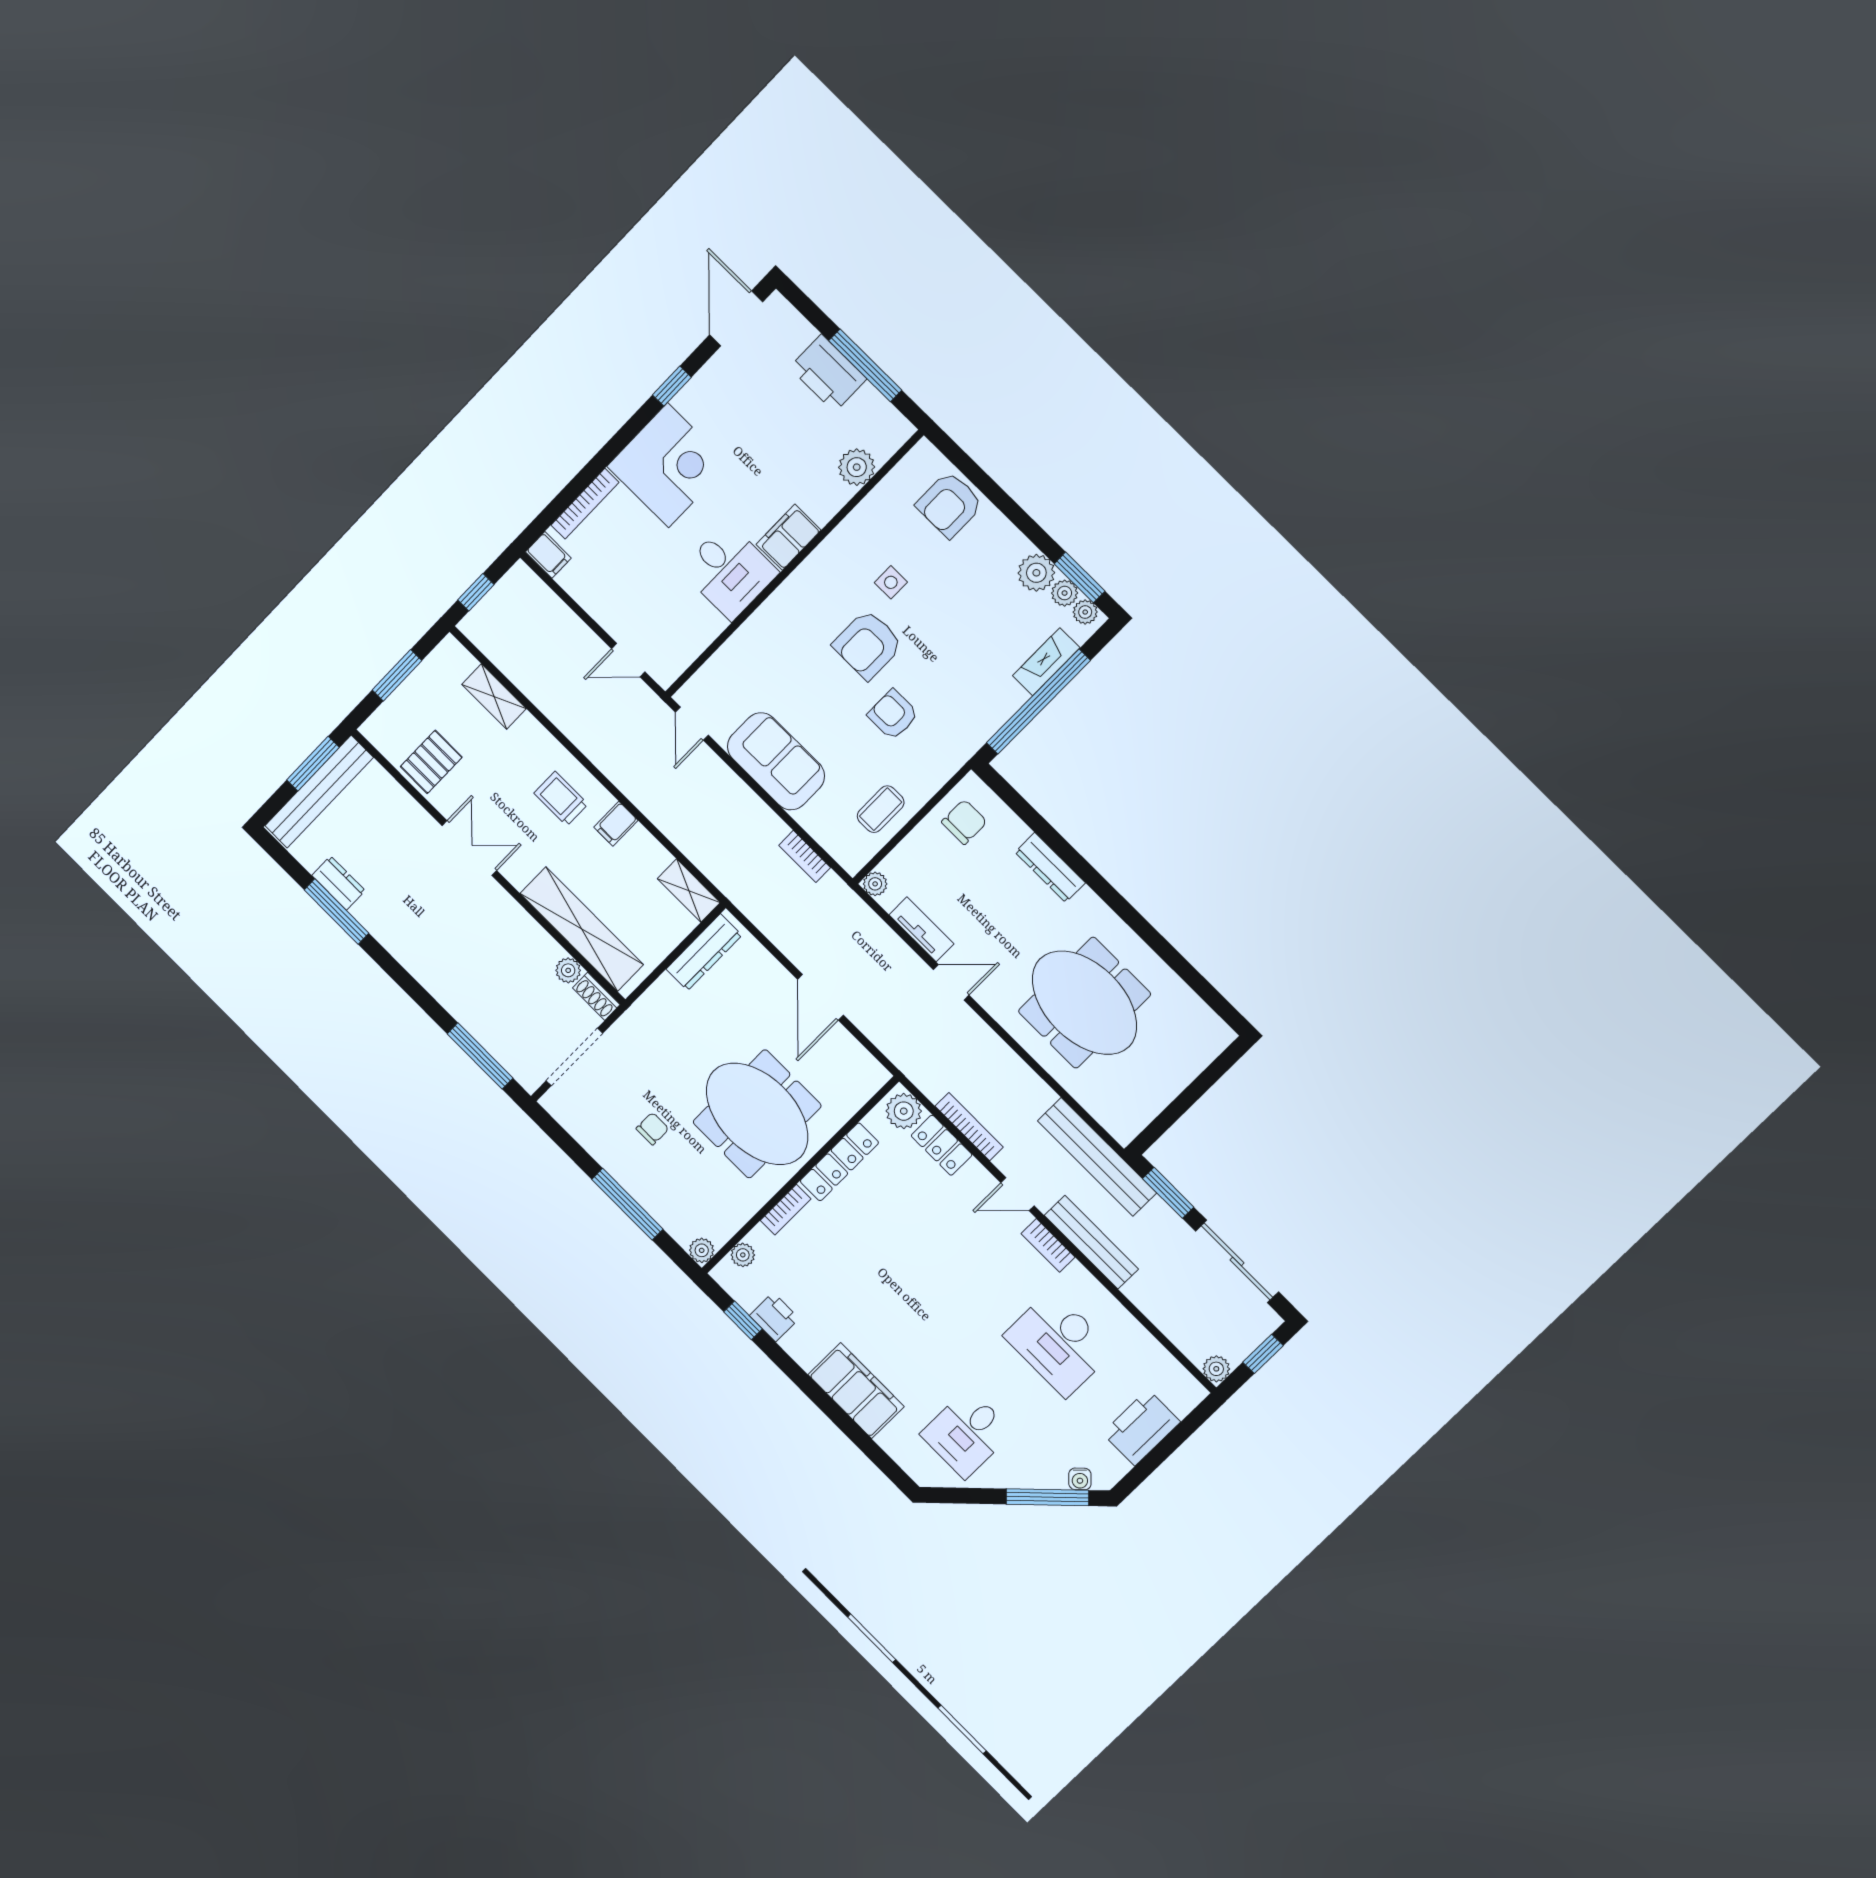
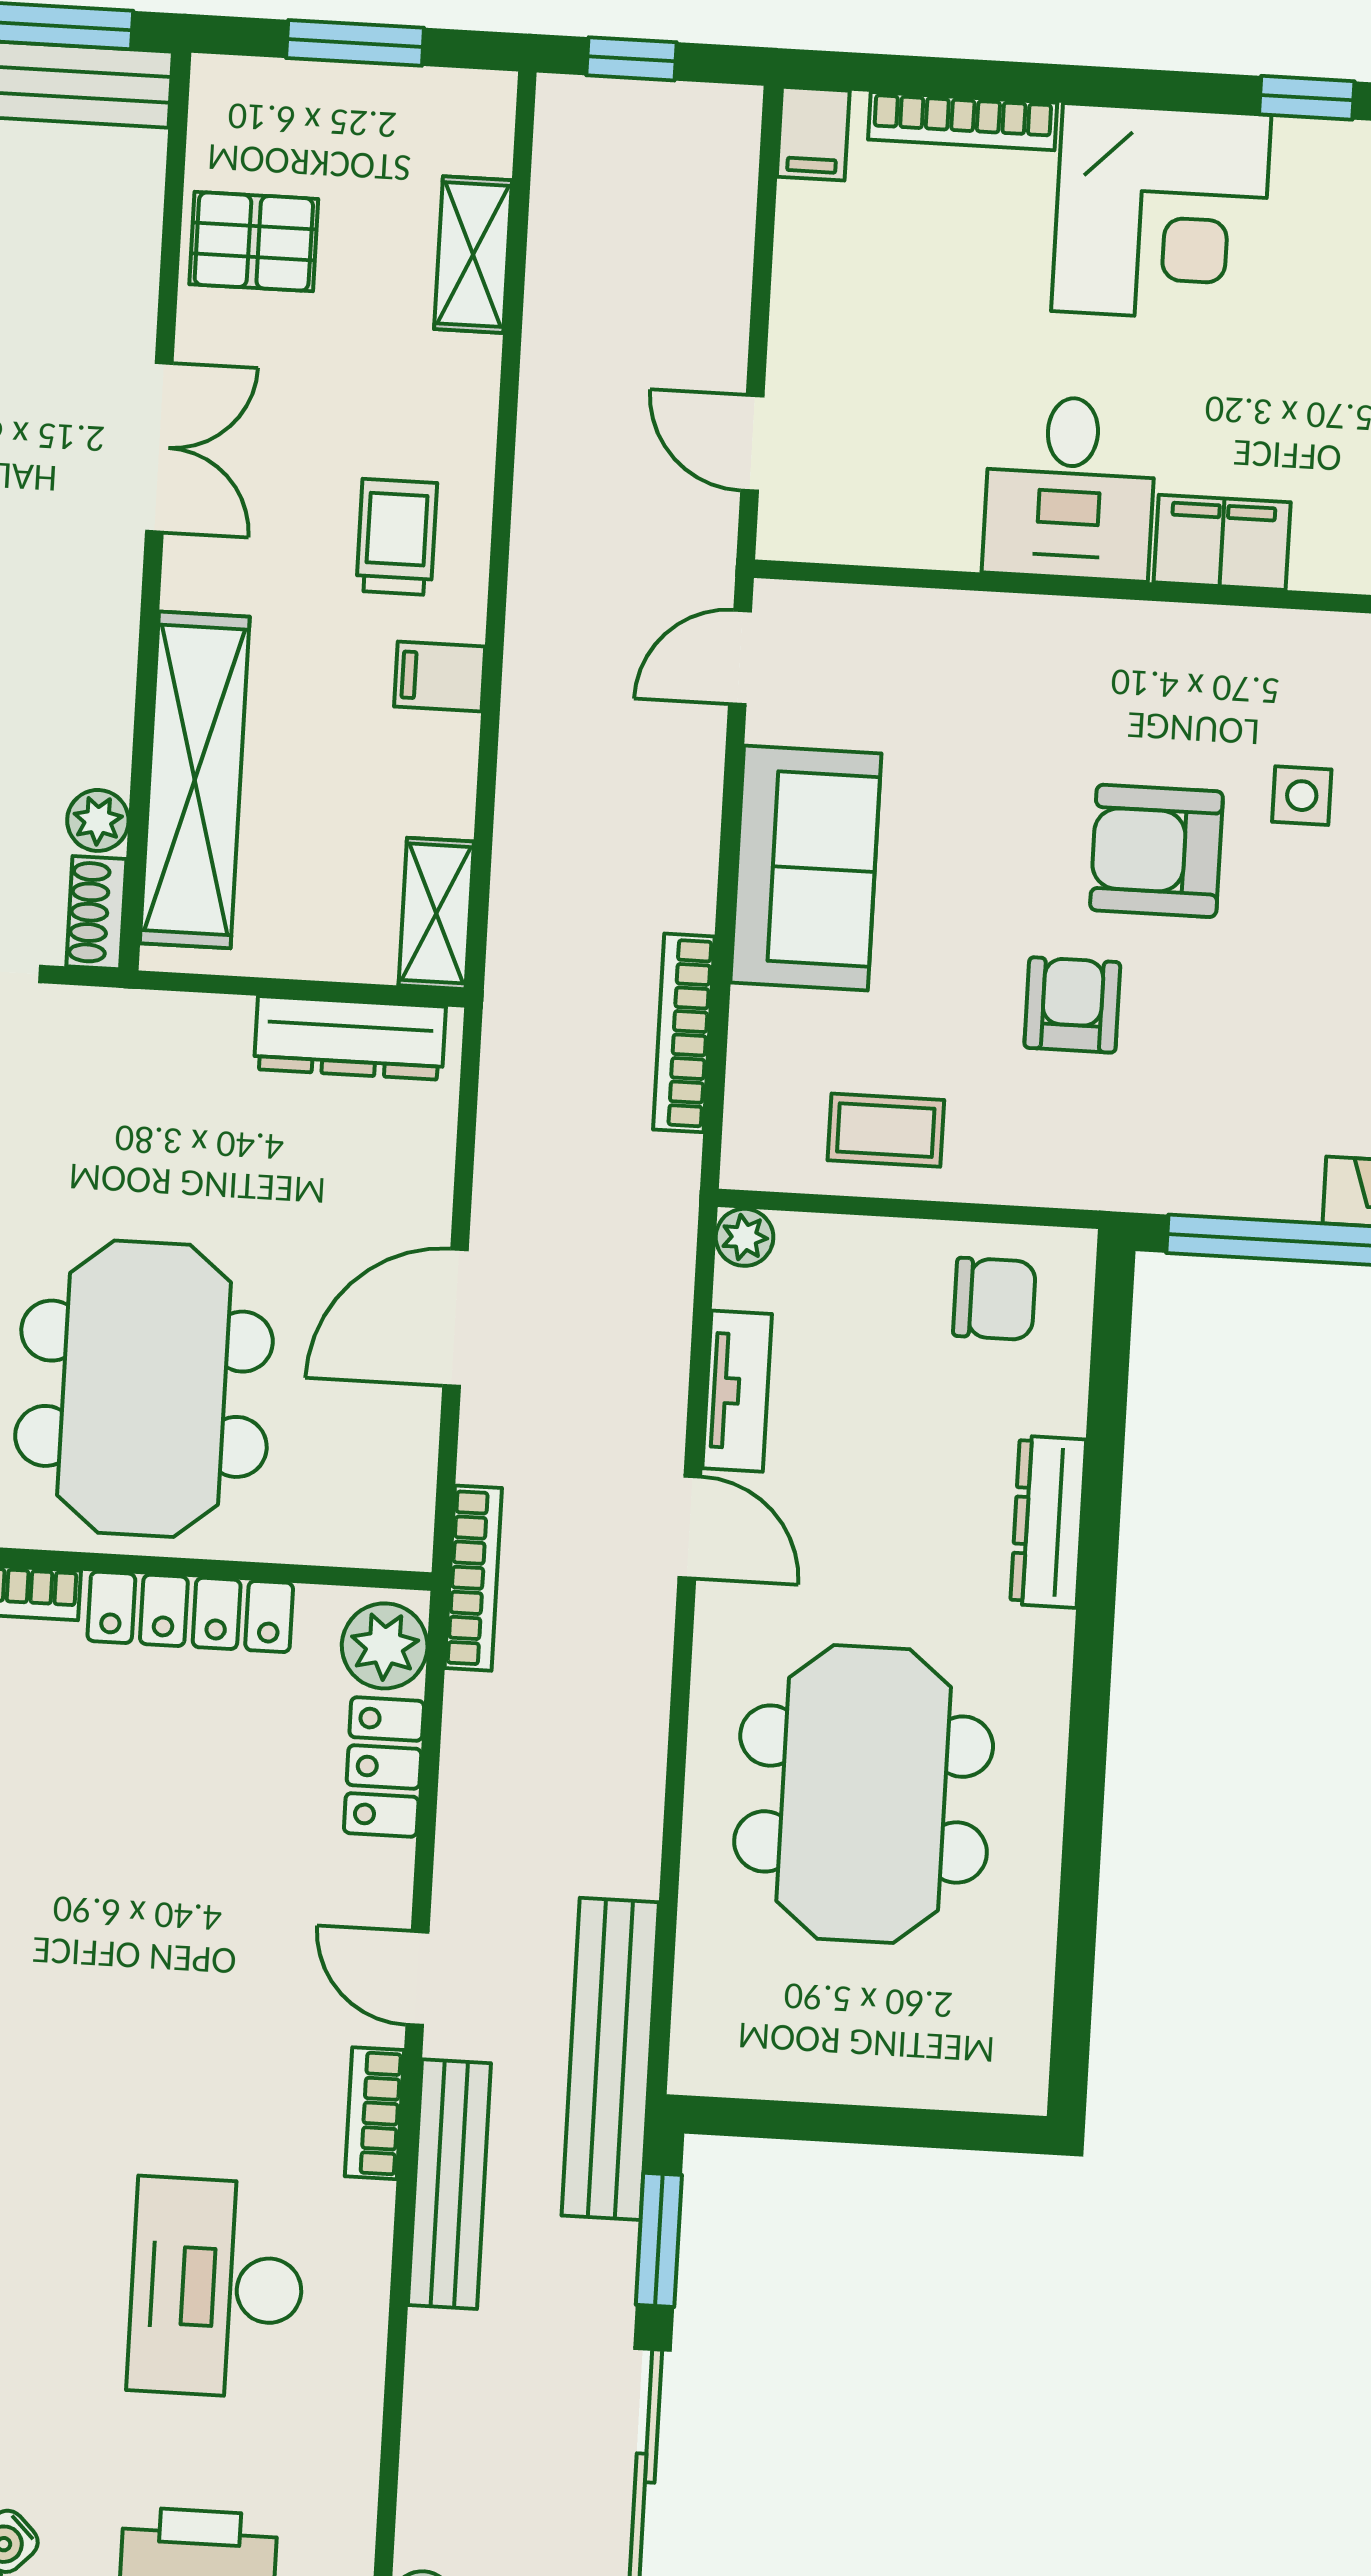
bookcase: (805, 856) -> (684, 1033), width x1.56
bookcase: (969, 1127) -> (473, 1578), moved

